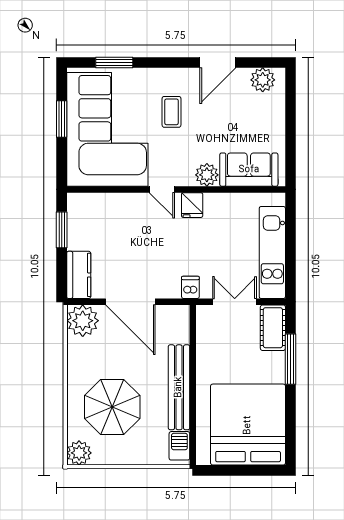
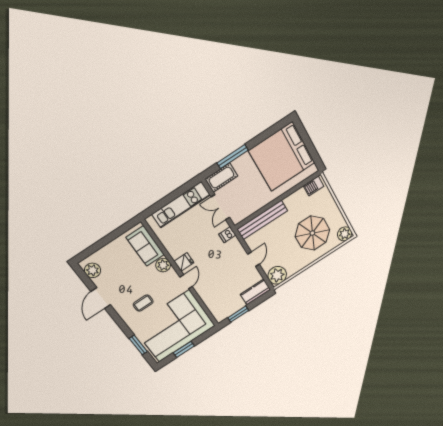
door: (218, 62) -> (101, 298), swing flipped
door: (130, 302) -> (253, 259), width x0.53
bench: (179, 387) -> (262, 220), moved

